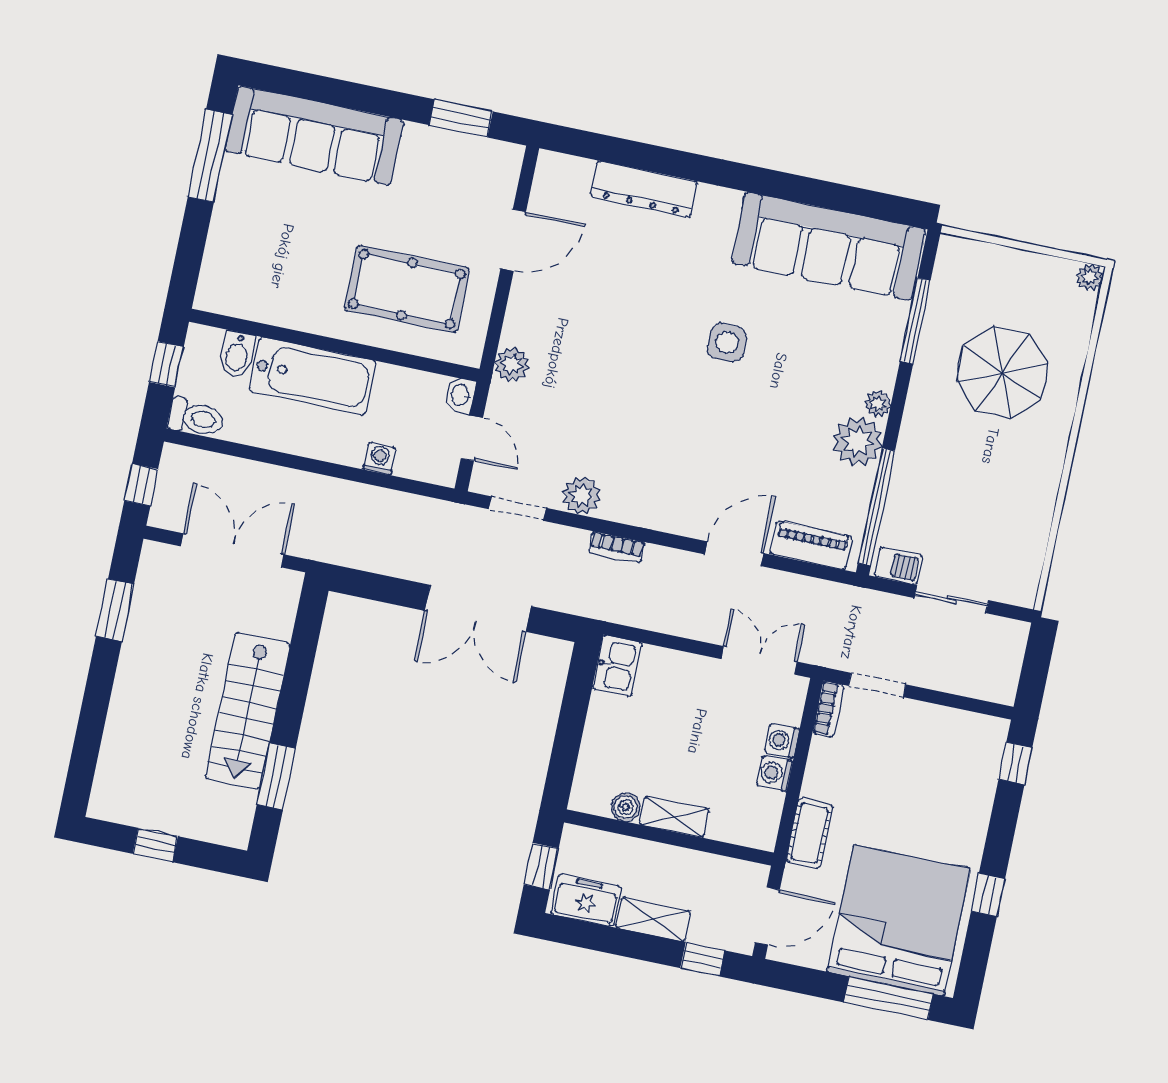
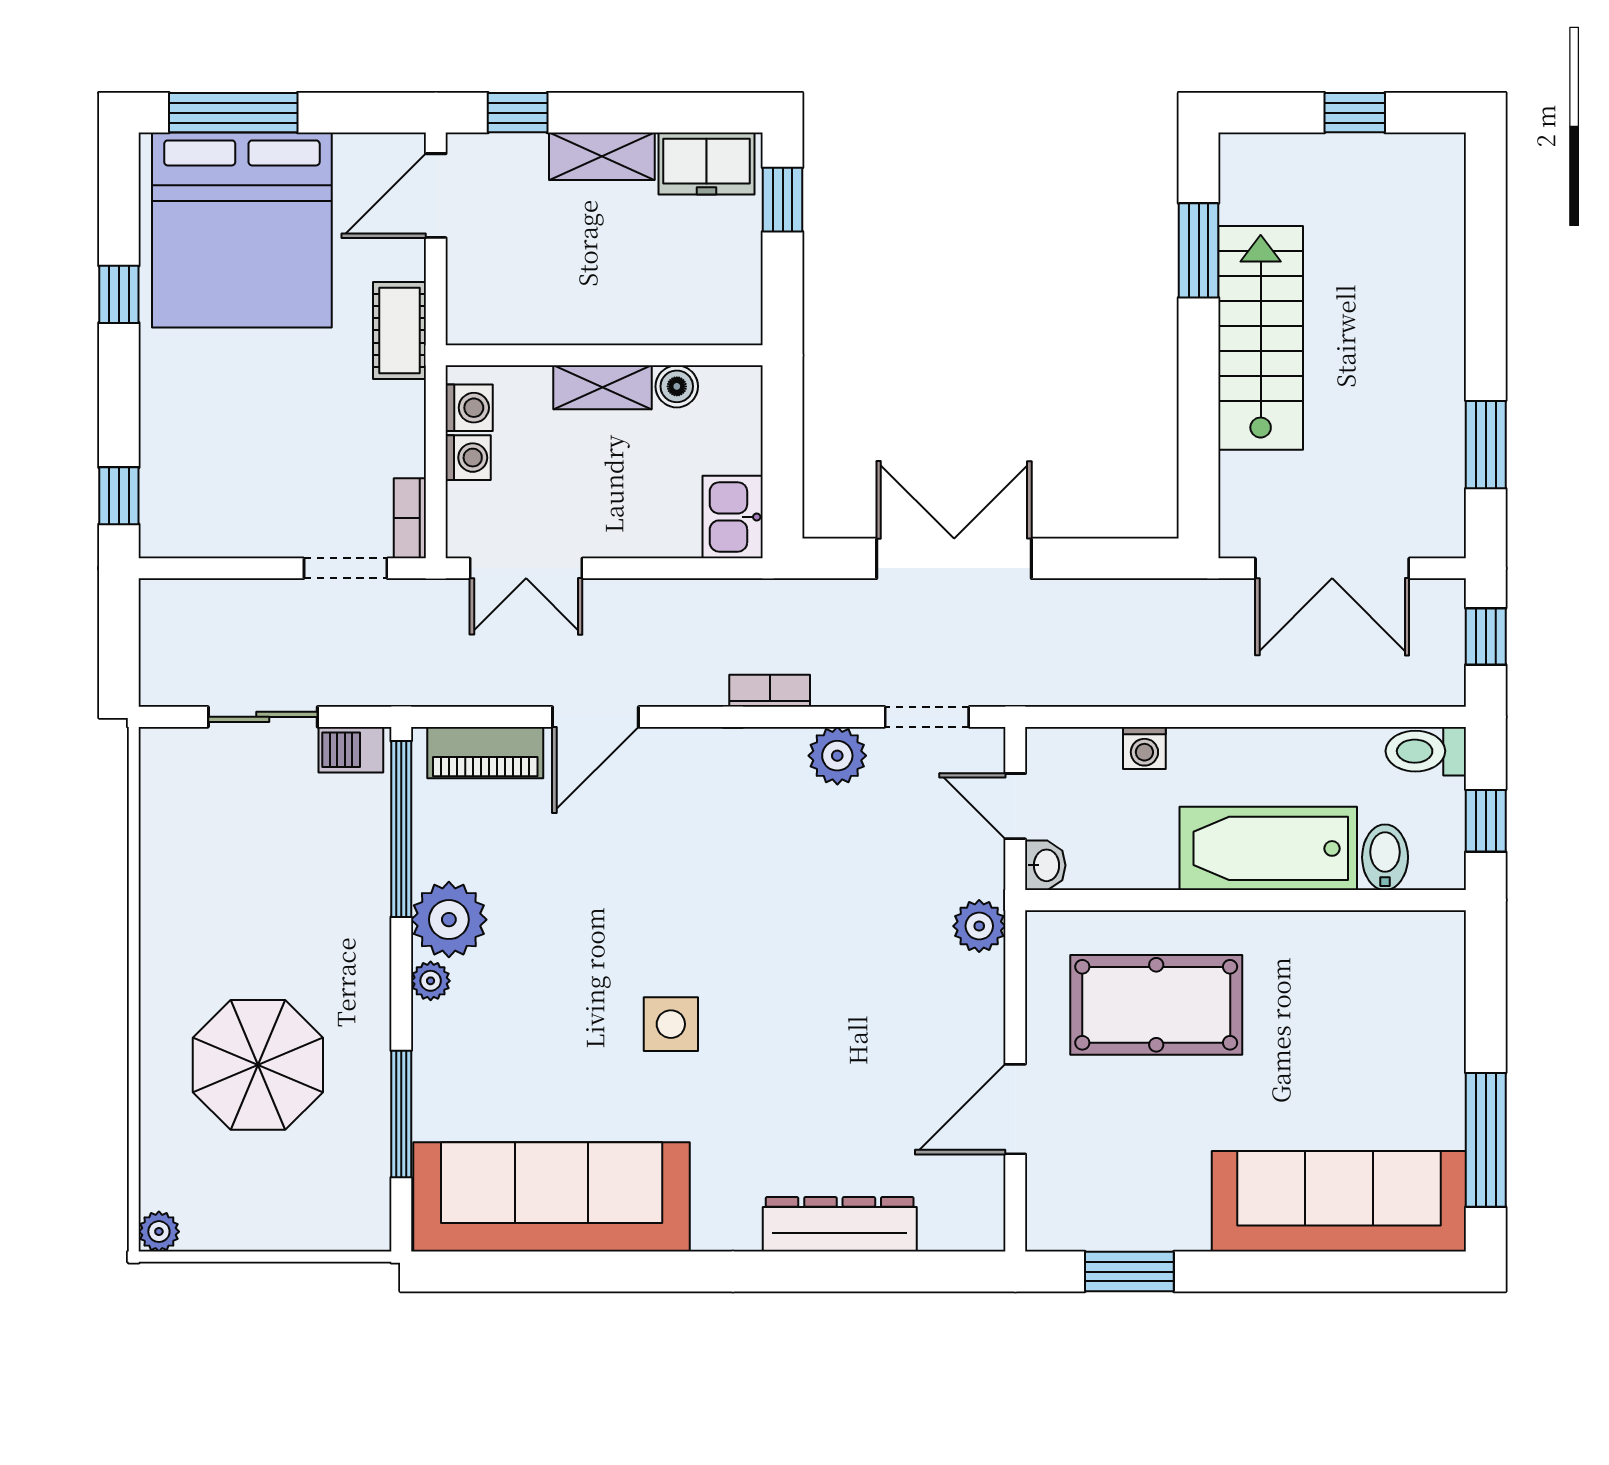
boiler: (626, 807) -> (677, 386), moved
shelving: (674, 817) -> (603, 387), moved
wall: (669, 837) -> (604, 355), moved

